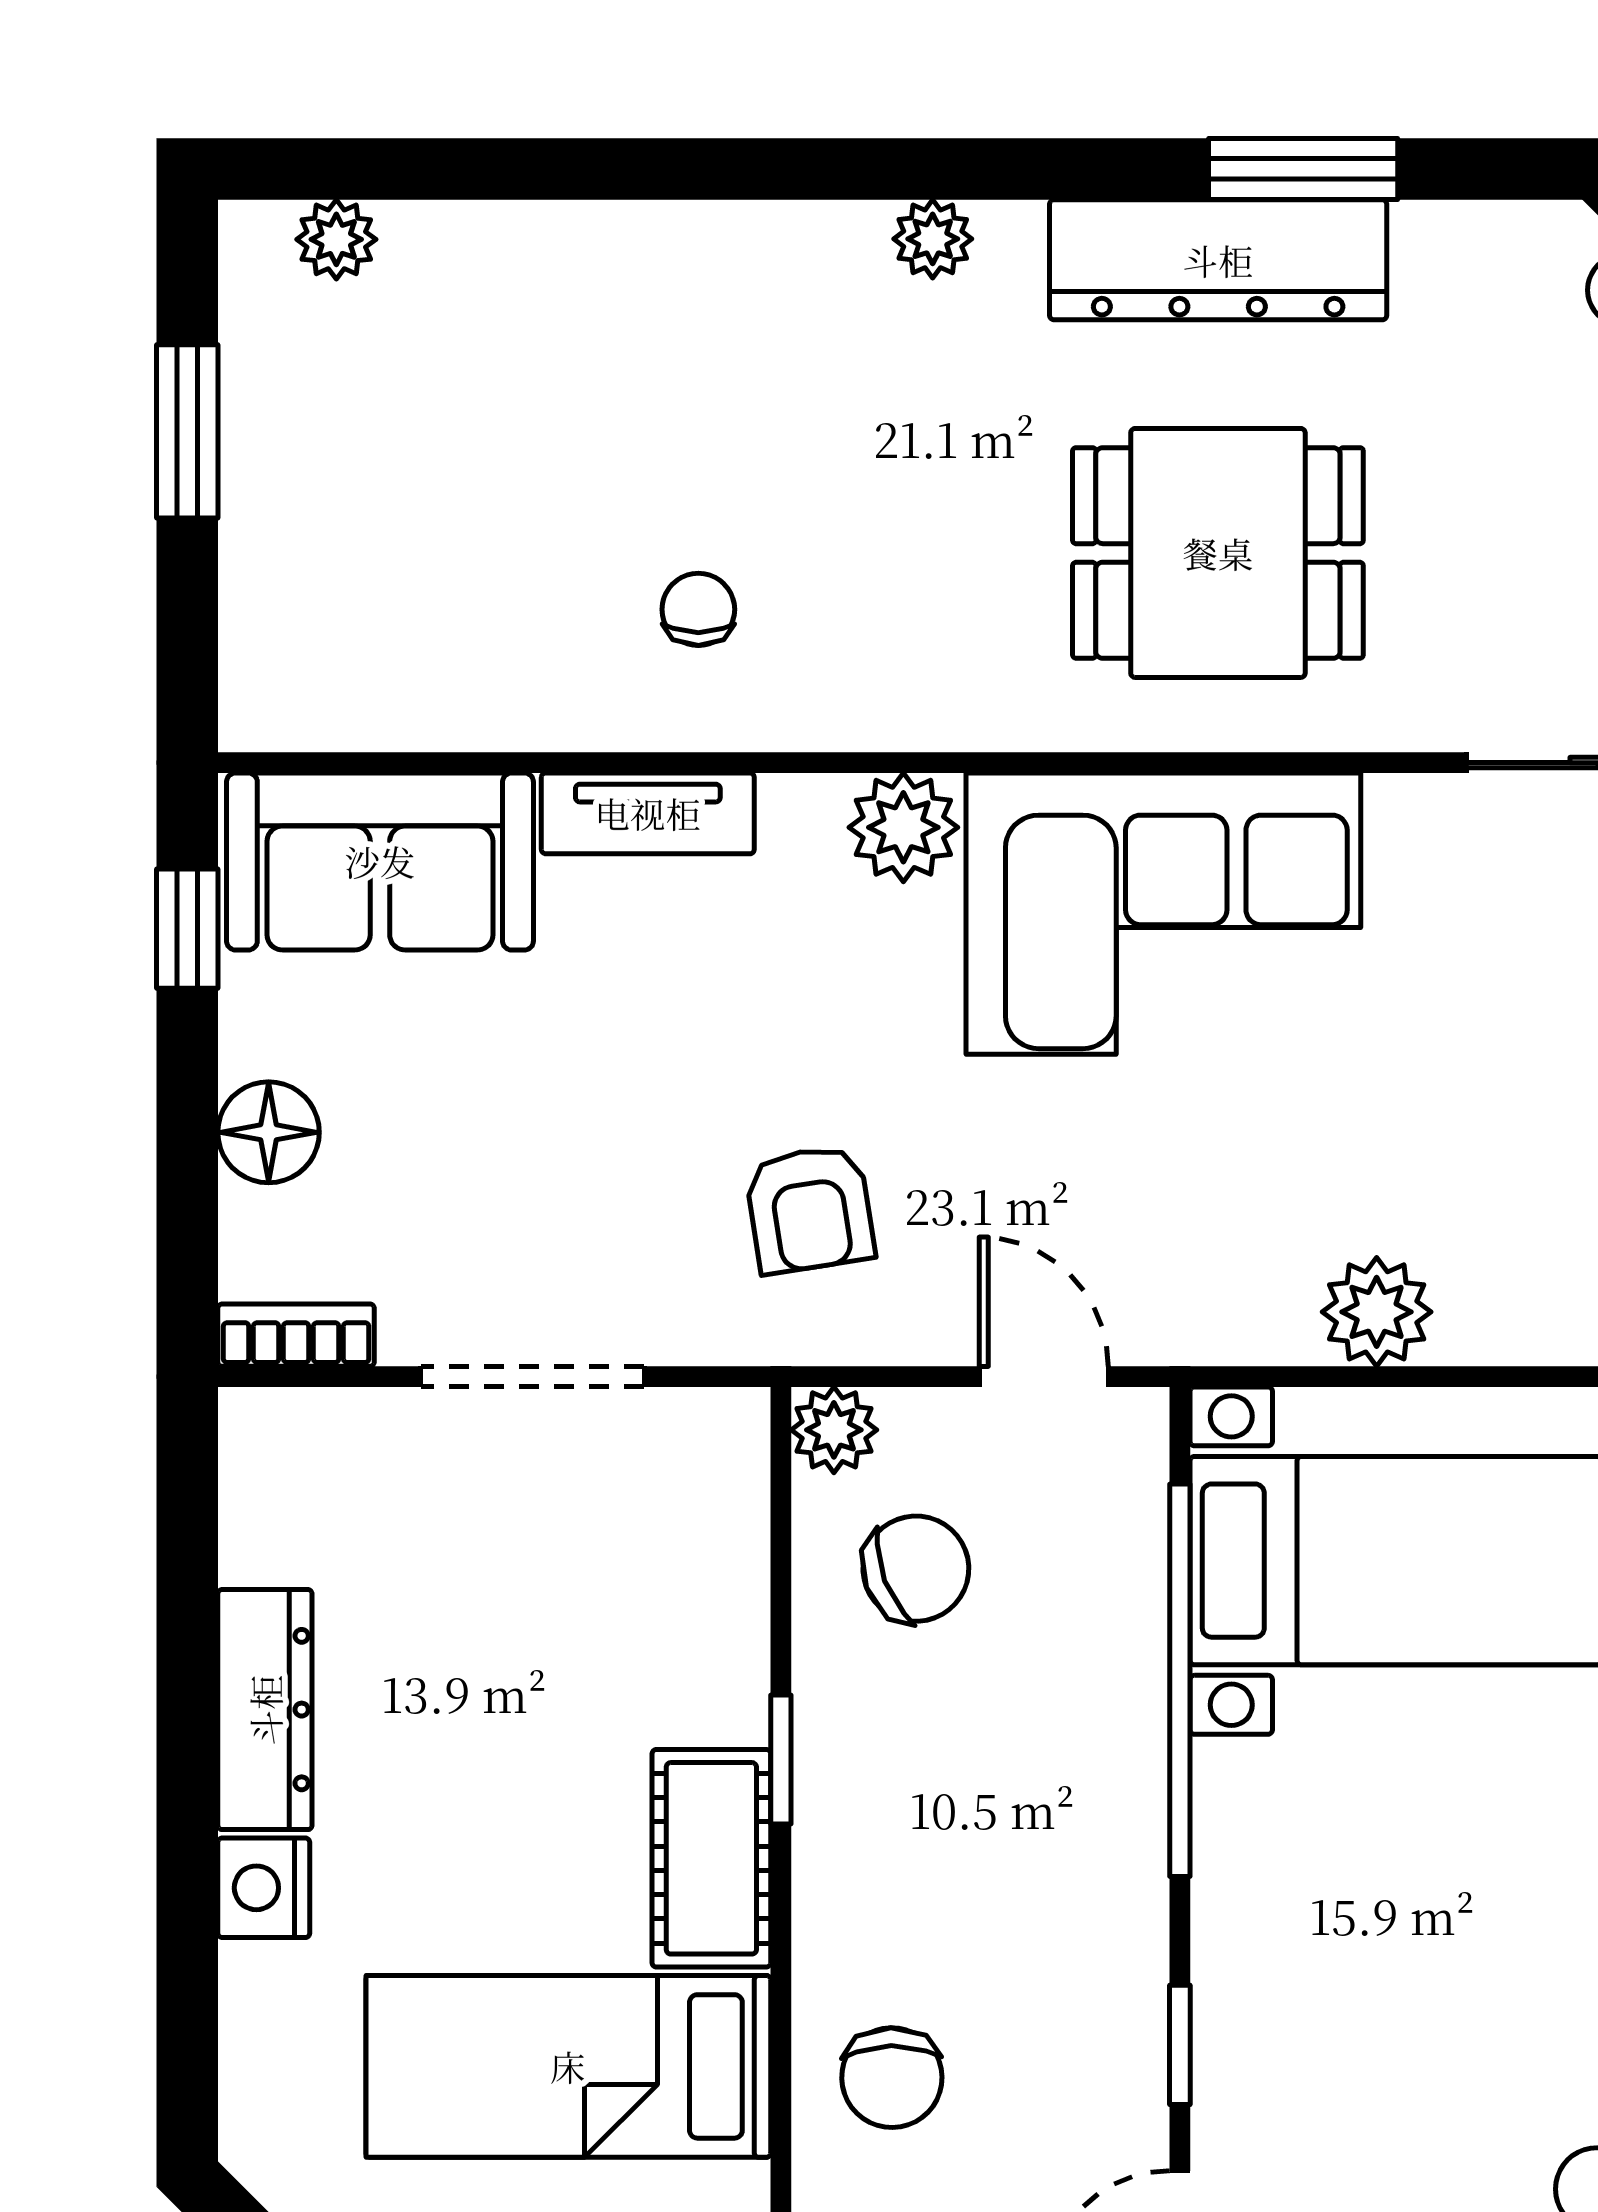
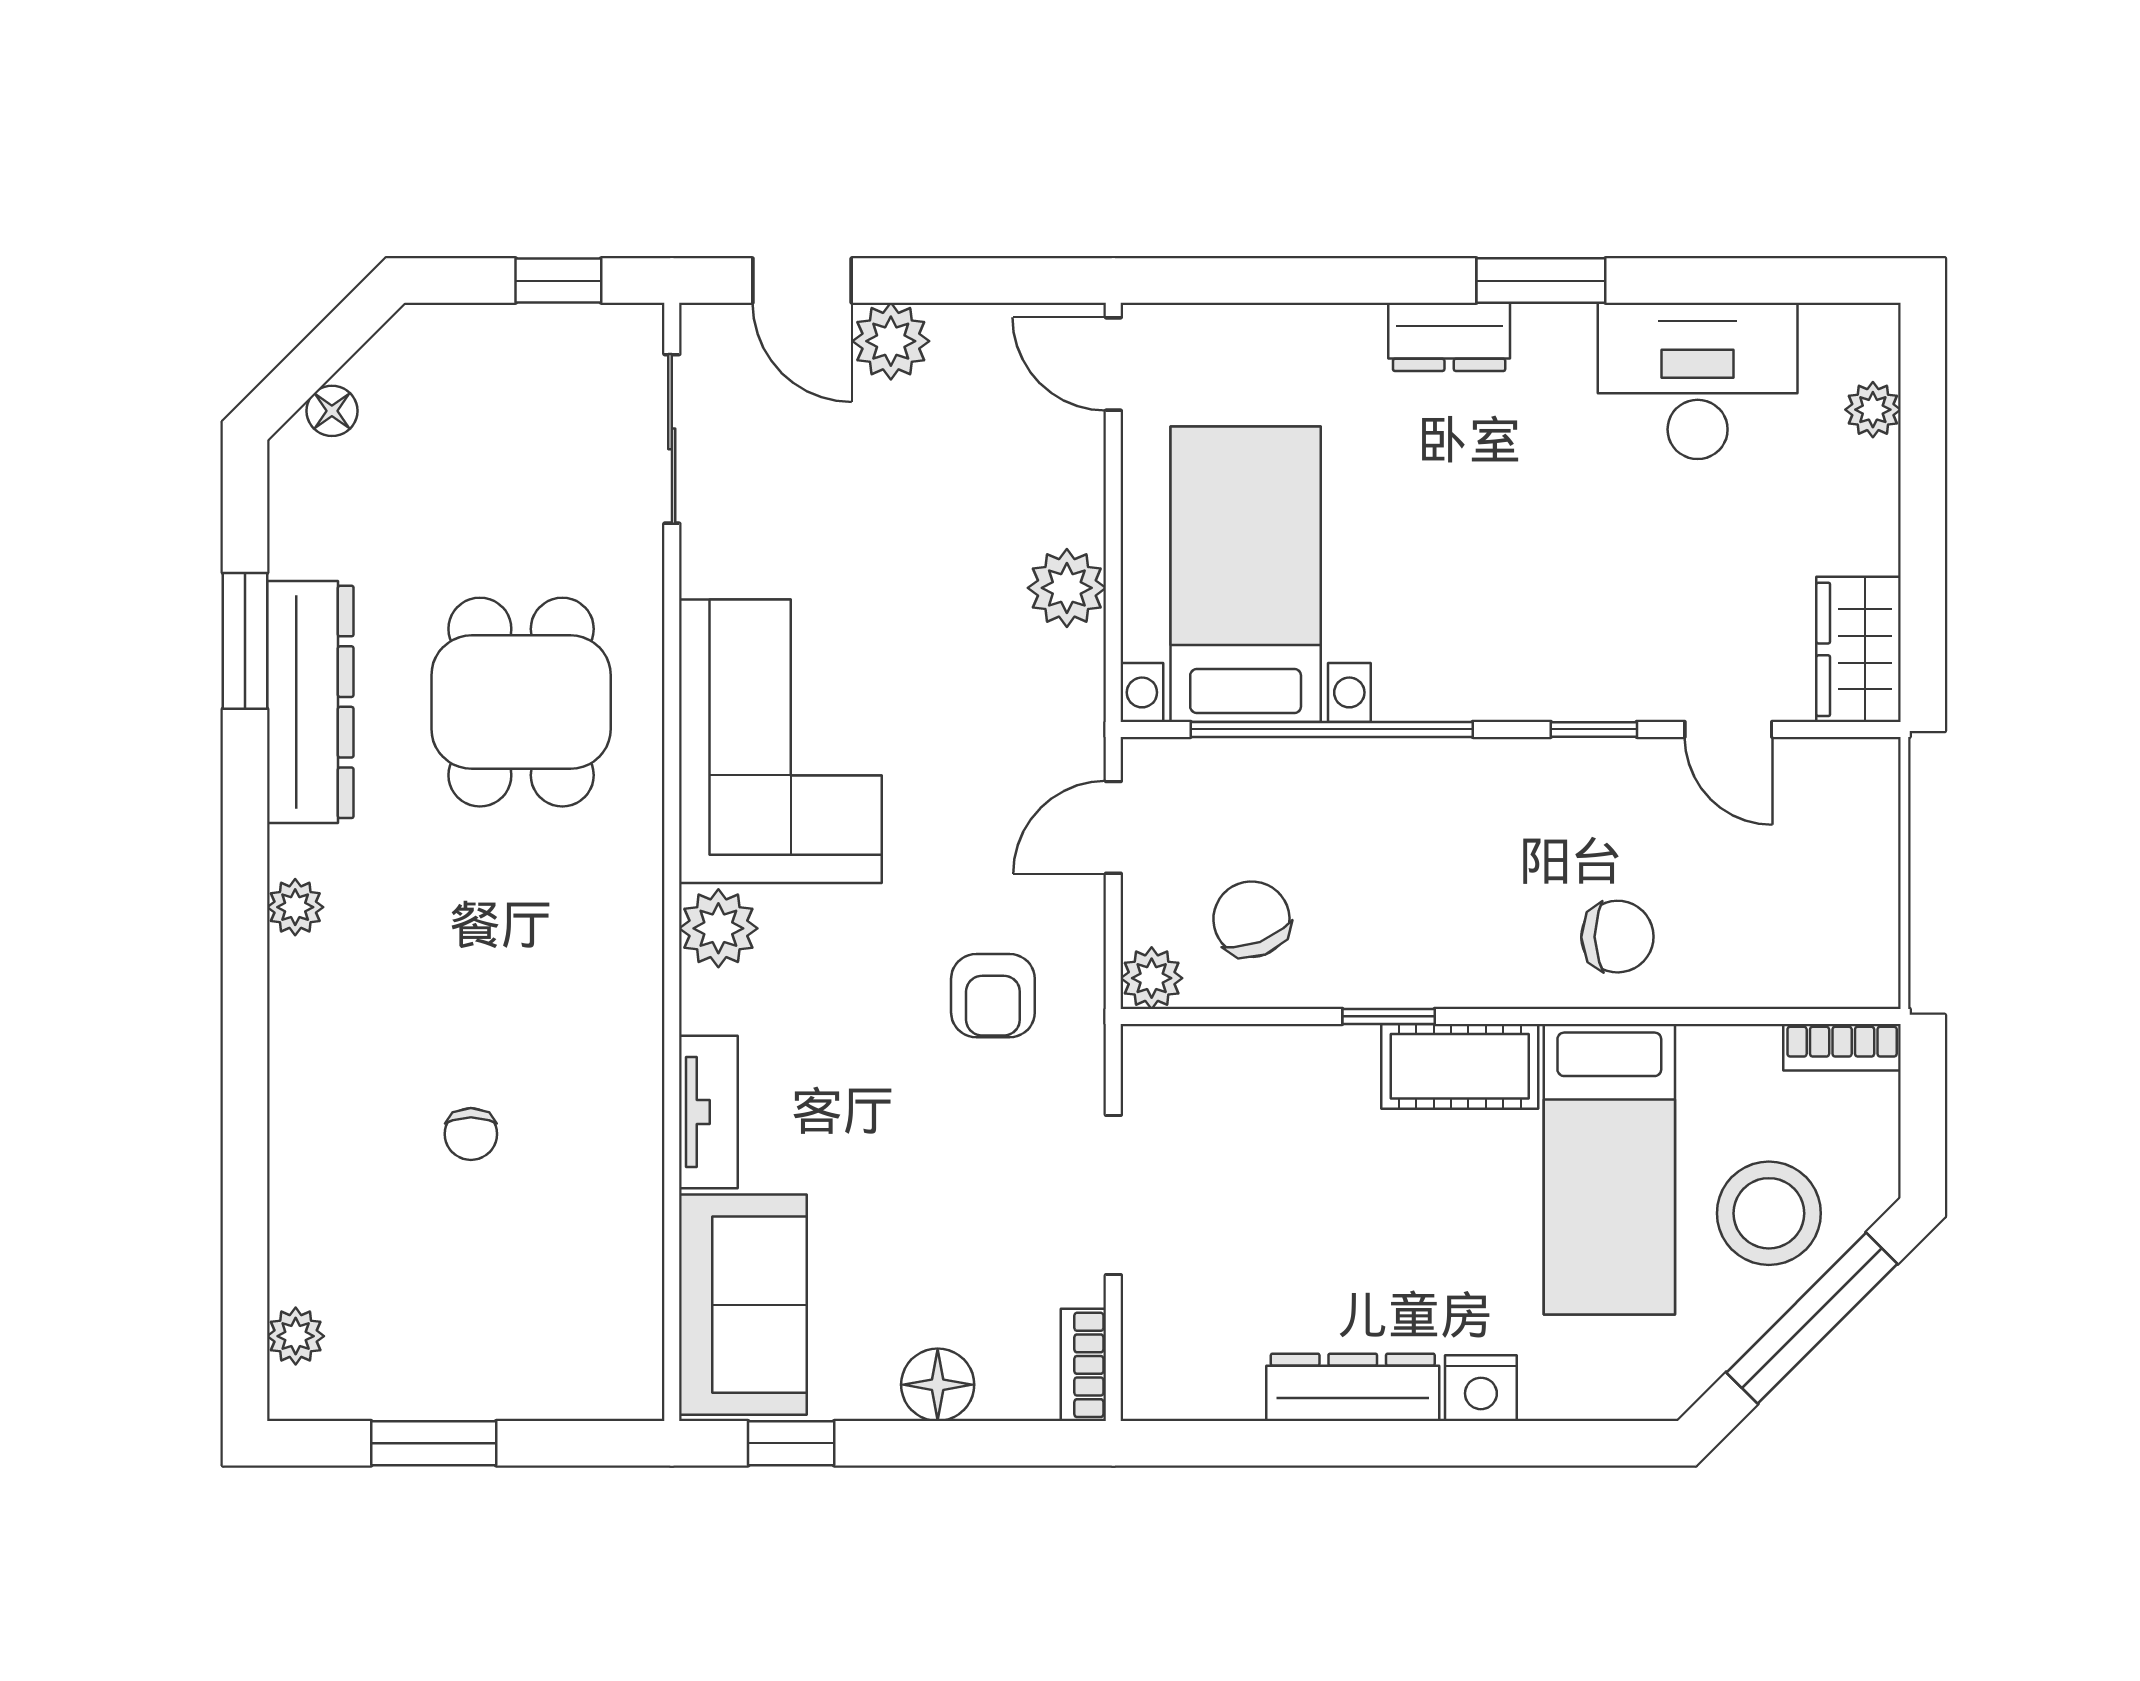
chair: (698, 609) -> (471, 1134), moved, turned -90
armchair: (810, 1209) -> (993, 996), turned 99

